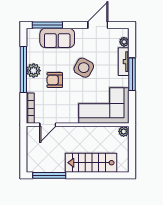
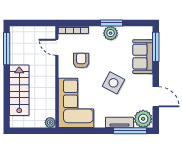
plant: (124, 42) -> (143, 119), width x1.88, depth x1.88
window: (23, 70) -> (112, 23), width x0.47
window: (132, 74) -> (130, 131), moved
armchair: (55, 80) -> (81, 61), moved

